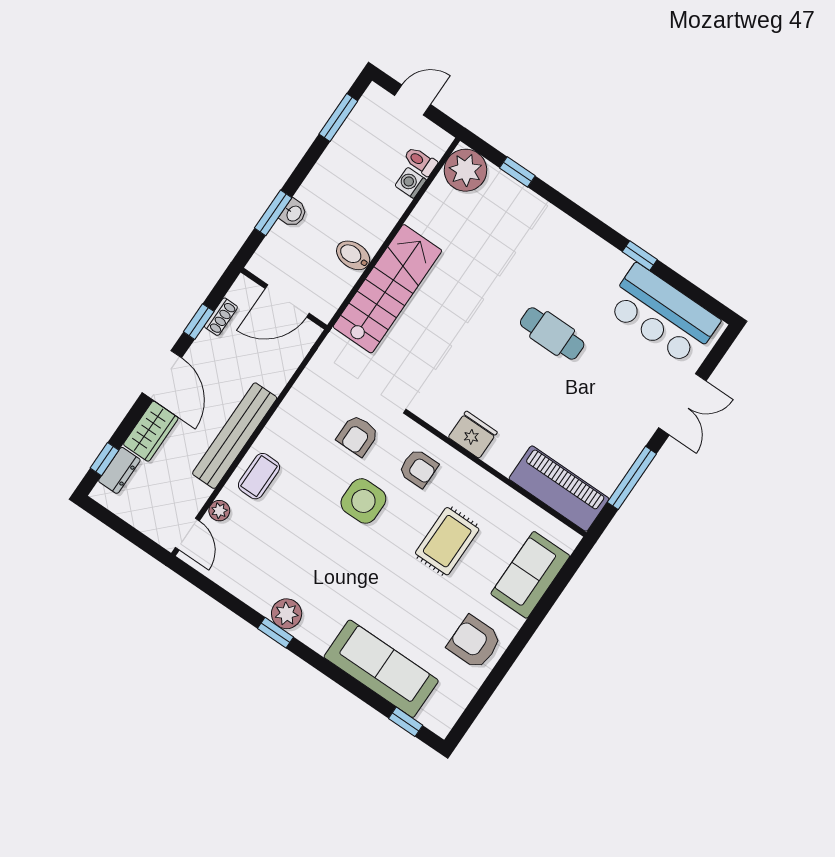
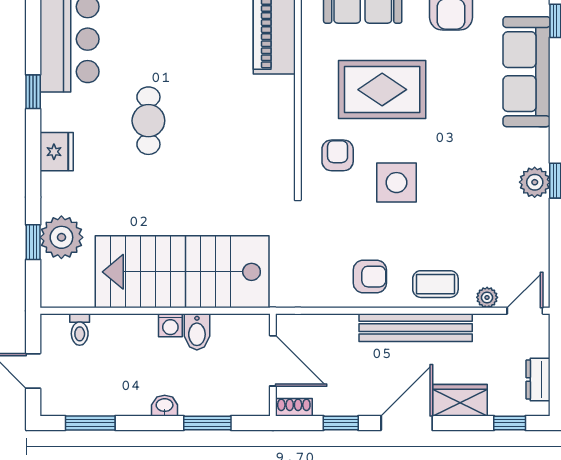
plant: (466, 170) -> (61, 237), moved
washing machine: (411, 183) -> (170, 325), moved
washbasin: (294, 213) -> (165, 406), moved
stairs: (387, 289) -> (182, 272), width x1.36, depth x1.51
shoe rack: (221, 317) -> (294, 407), moved
fridge: (473, 435) -> (57, 152), moved, turned 180
armchair: (358, 436) -> (370, 277), moved
dresser: (119, 470) -> (538, 380), moved, turned -90
rug: (447, 541) -> (382, 90), width x1.36, depth x1.43

